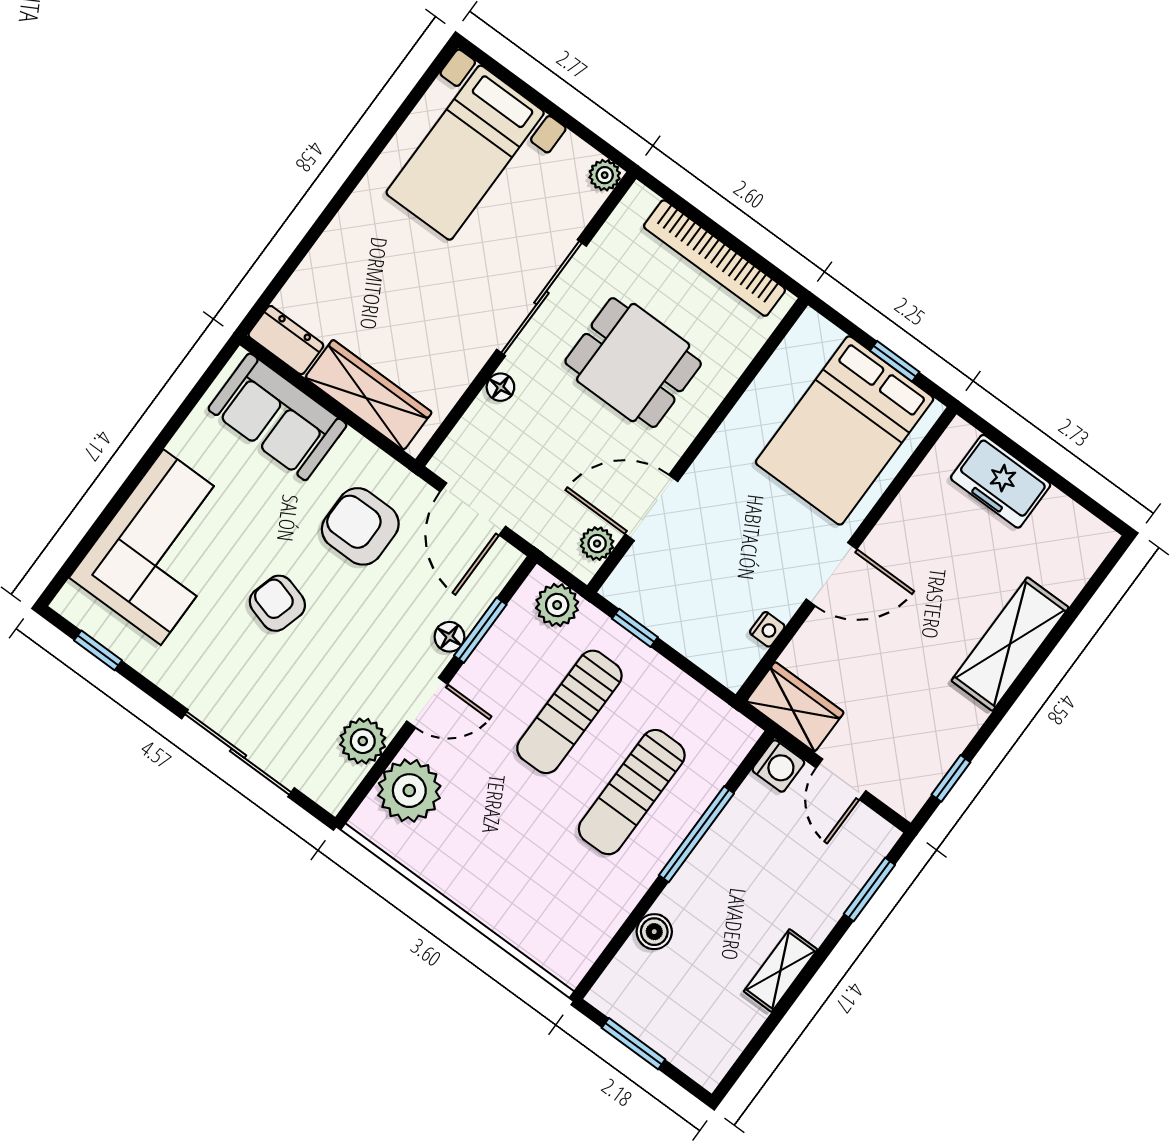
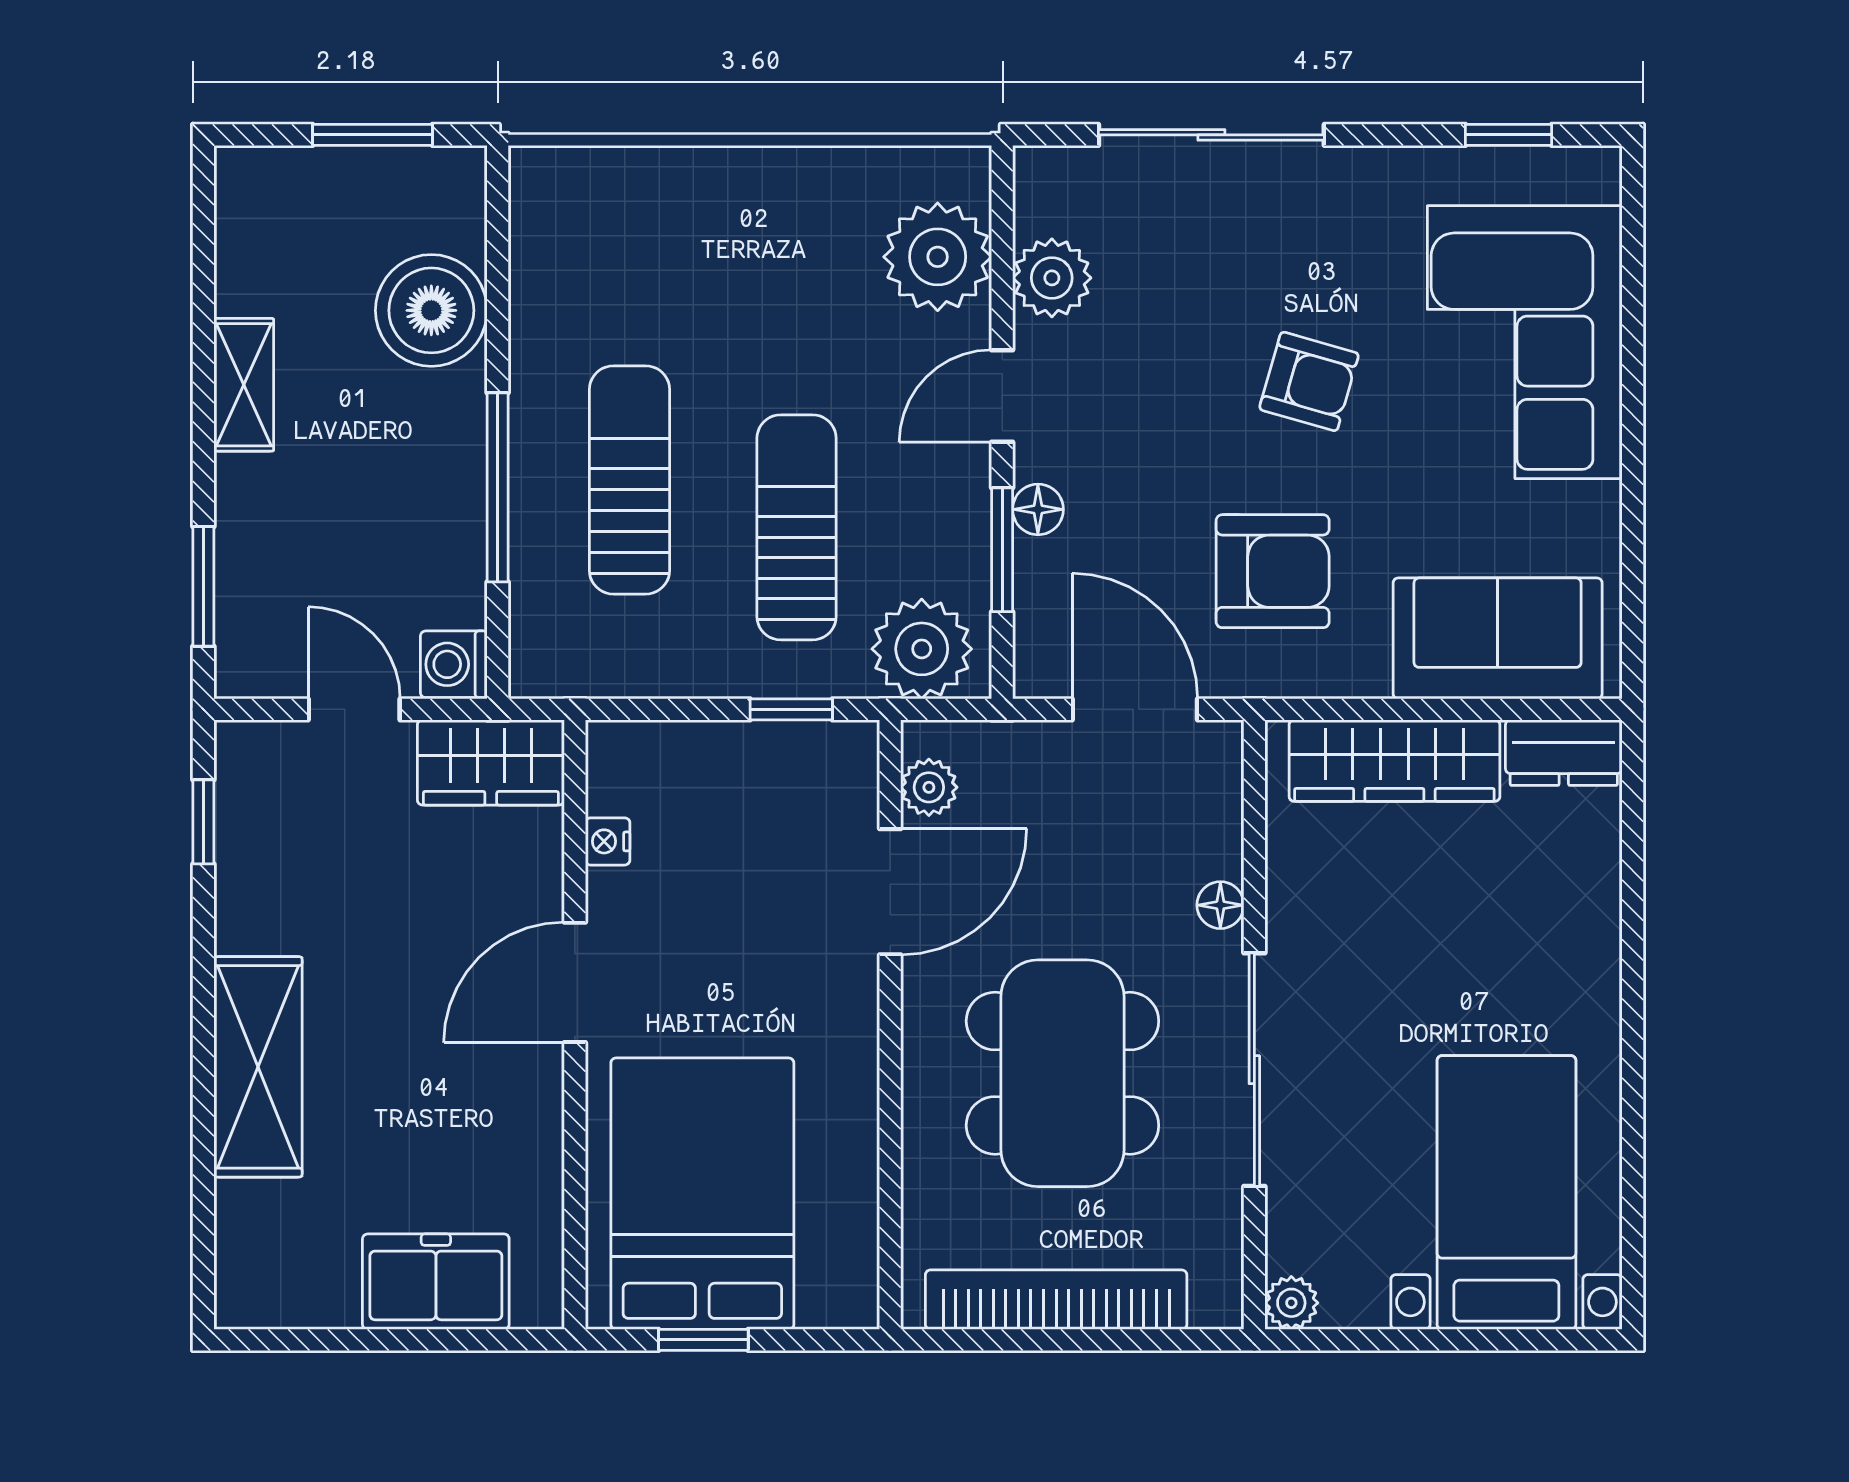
dining table: (633, 363) -> (1062, 1073), width x1.38
plant: (557, 605) -> (922, 649), width x1.36, depth x1.36
boiler: (654, 932) -> (431, 310), width x1.86, depth x1.86

